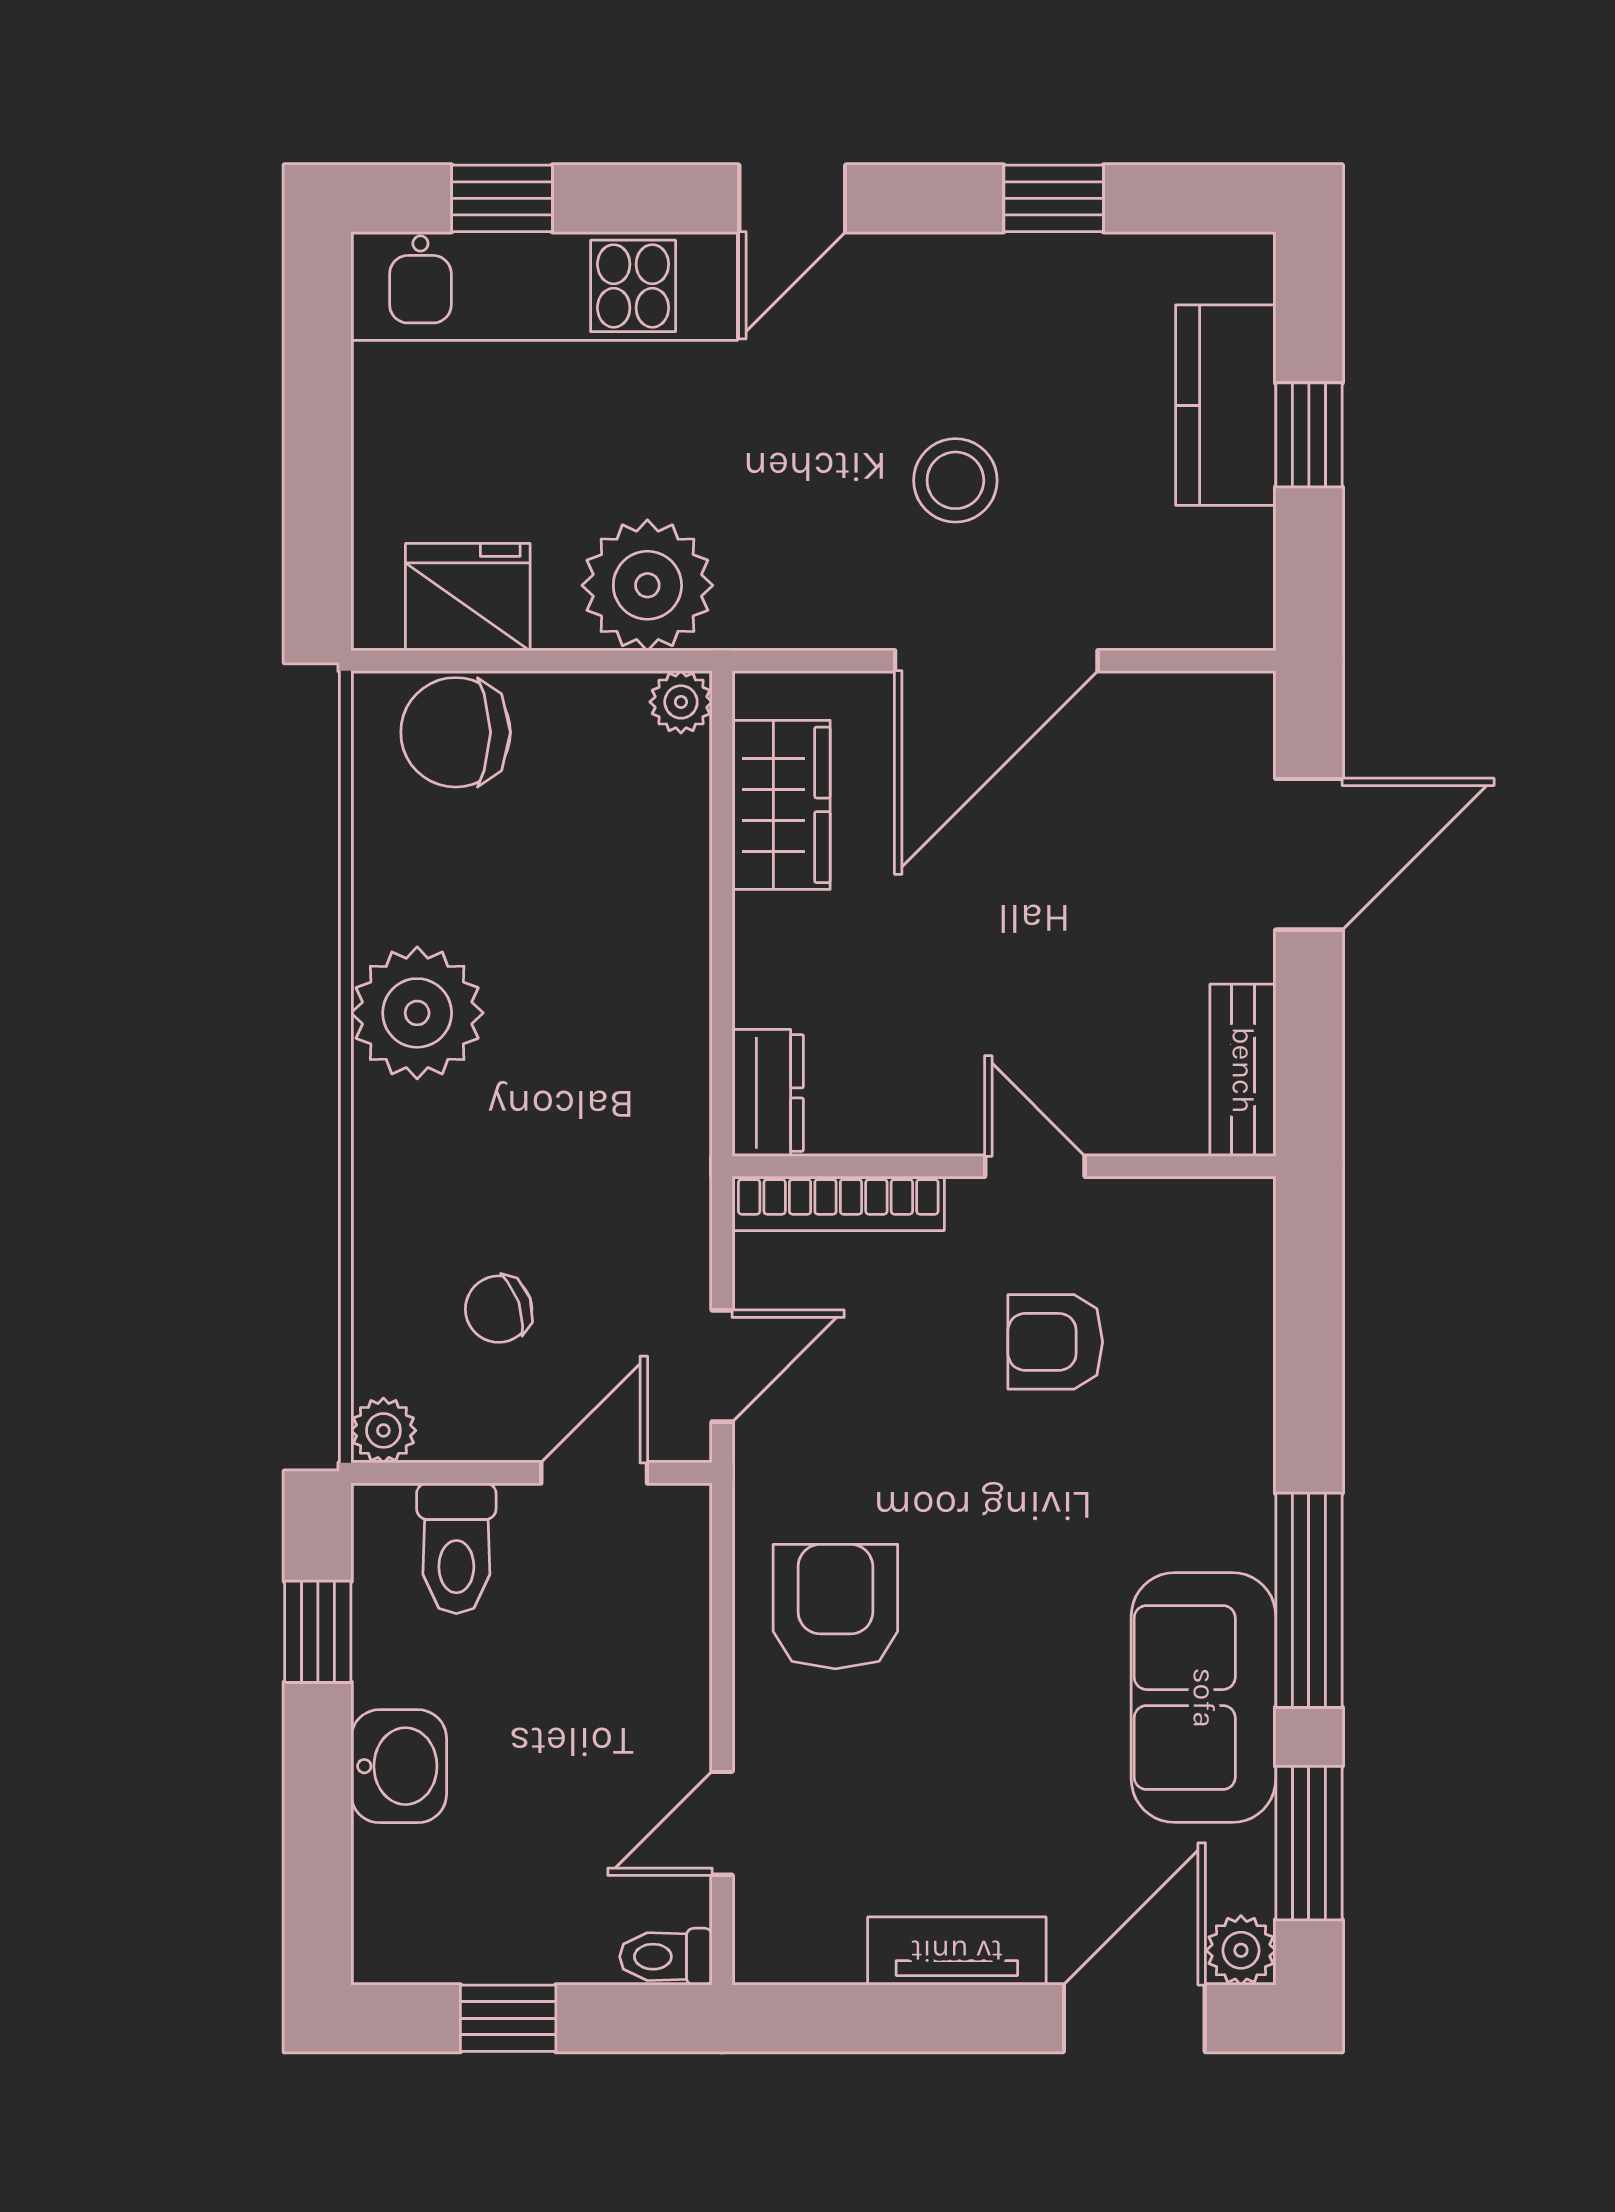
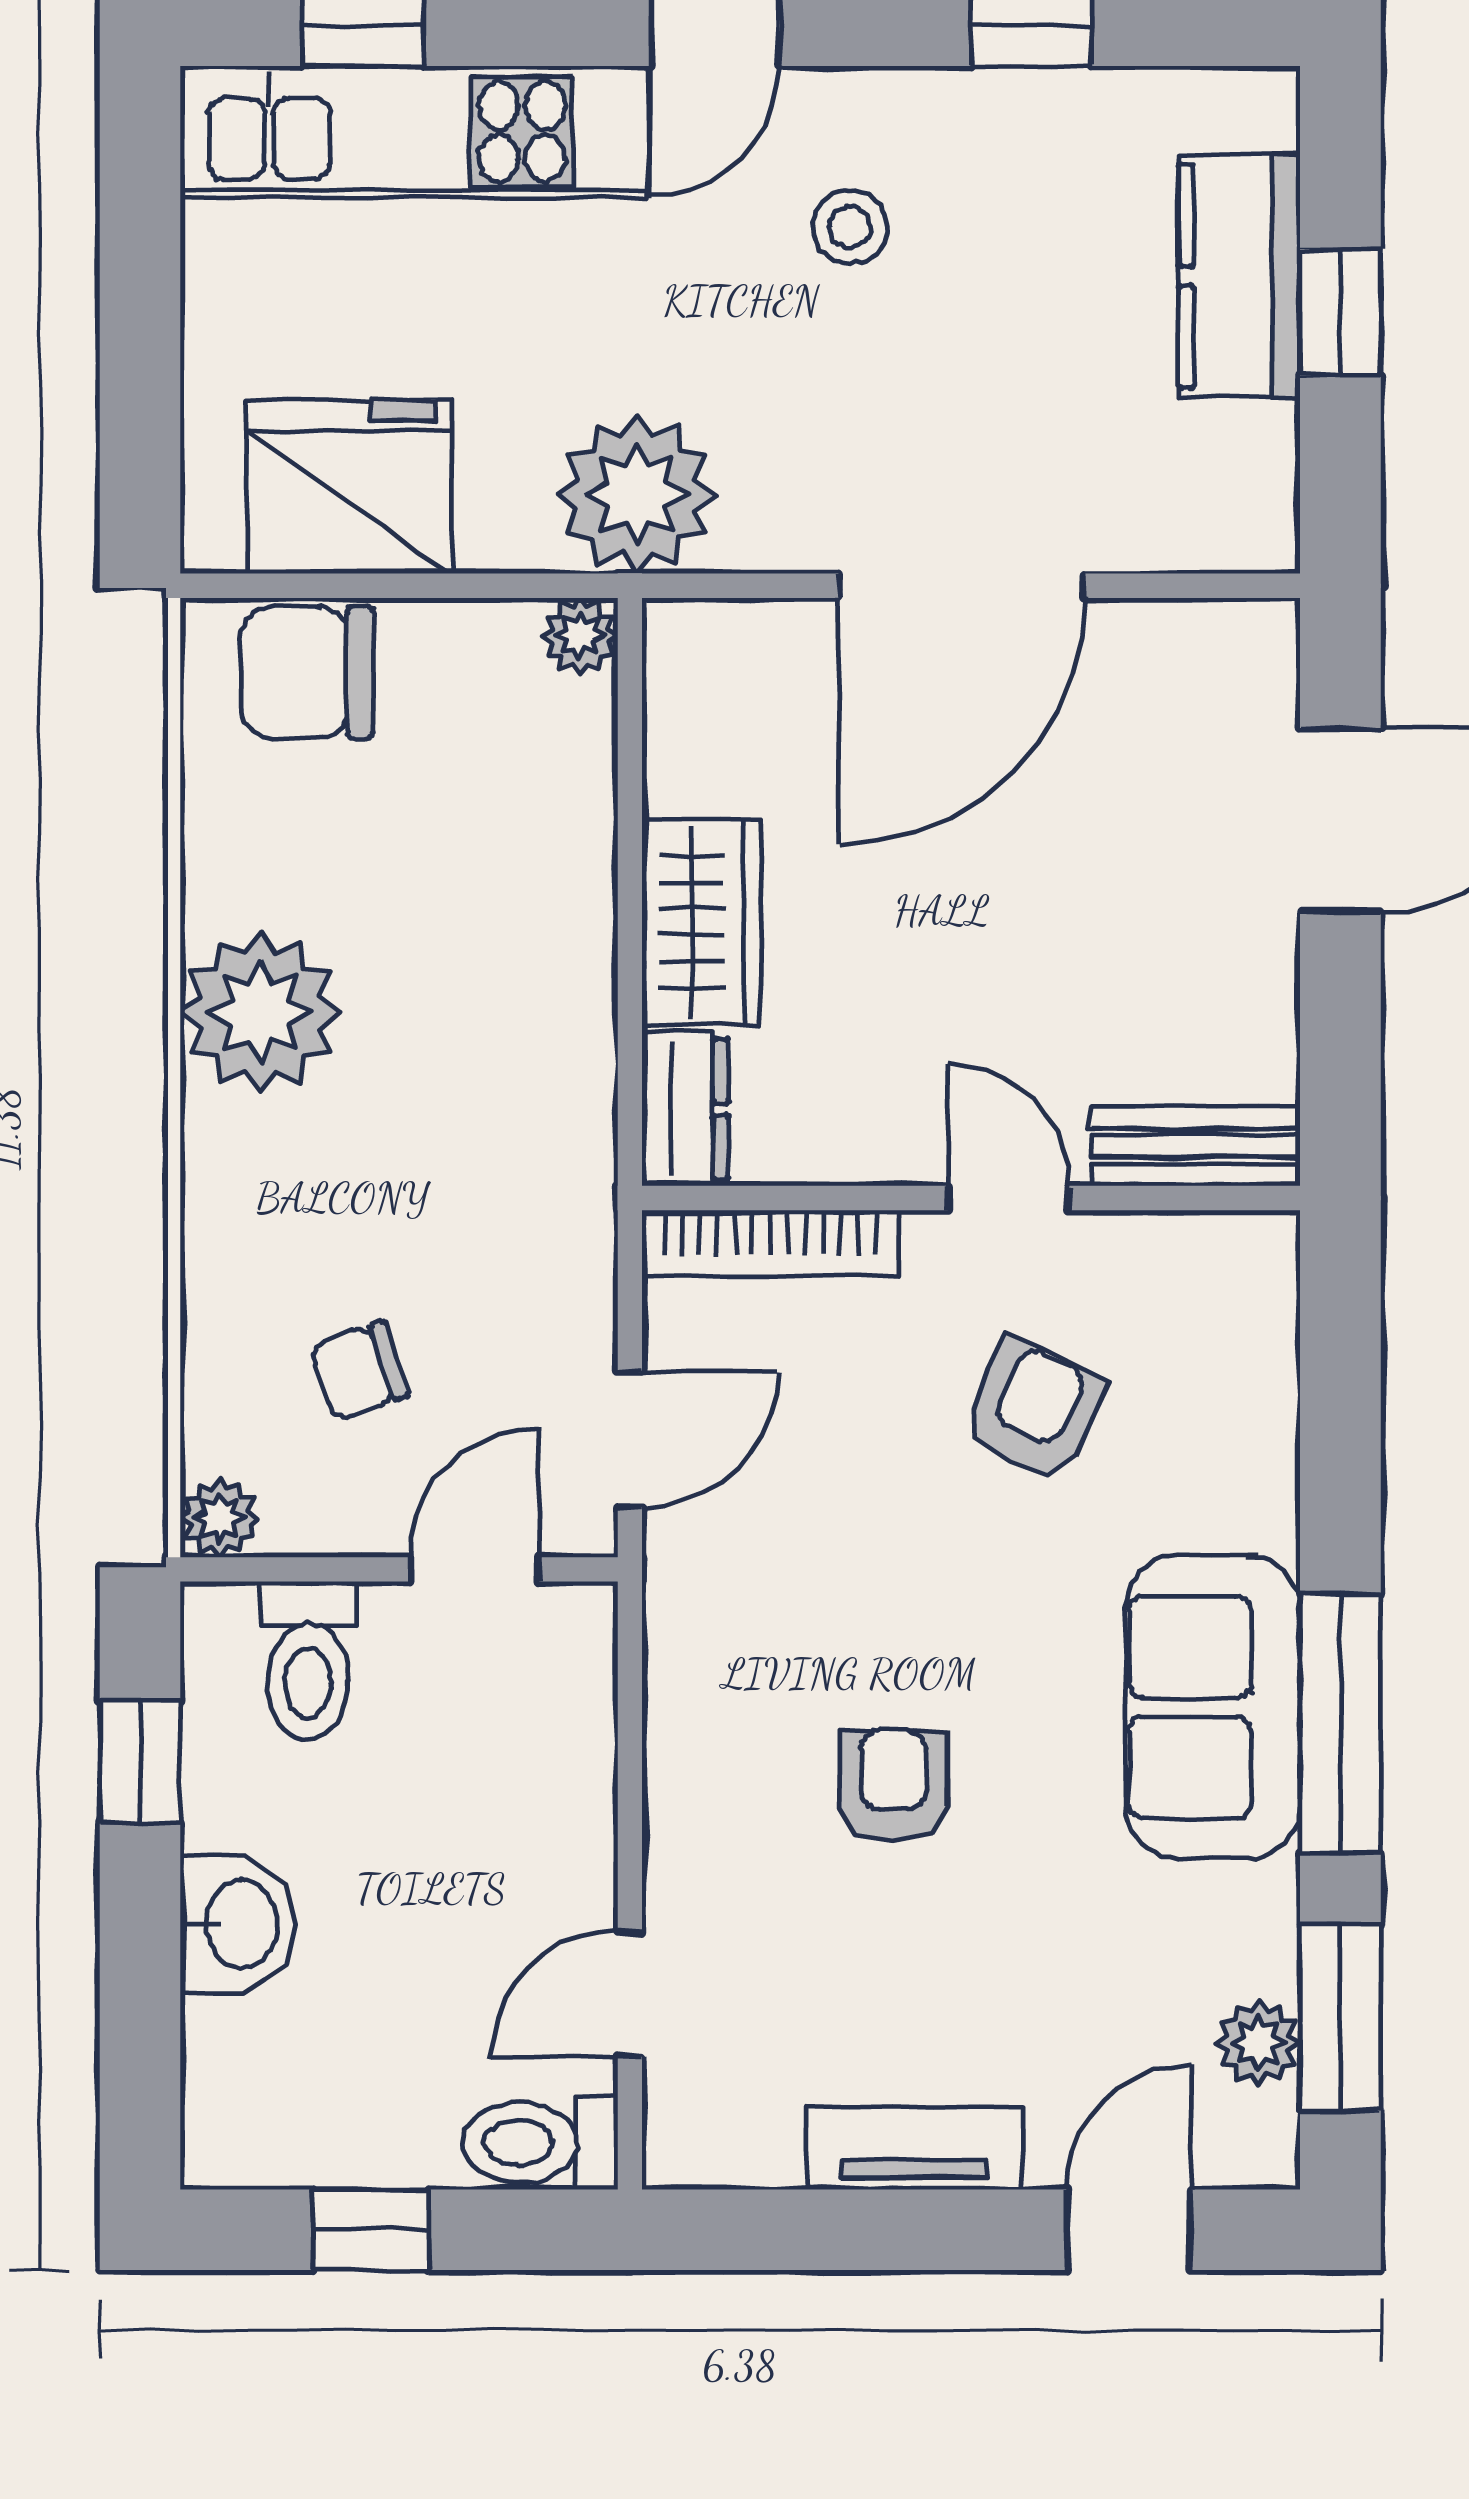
stool: (955, 480) -> (850, 227), moved, width x0.73, depth x0.73
plant: (647, 585) -> (637, 494), moved
fridge: (468, 597) -> (349, 487), width x1.36, depth x1.34
wardrobe: (781, 805) -> (701, 922), moved
bench: (1243, 1070) -> (1196, 1146), moved, turned 90
armchair: (1055, 1342) -> (1033, 1411), turned 115
armchair: (835, 1607) -> (893, 1785), moved, width x0.72, depth x0.72
sofa: (1204, 1698) -> (1213, 1707), moved
plant: (1241, 1950) -> (1258, 2043), moved
toilet: (666, 1957) -> (540, 2142), width x1.37, depth x1.39
door: (1134, 2018) -> (1129, 2230), width x0.73

